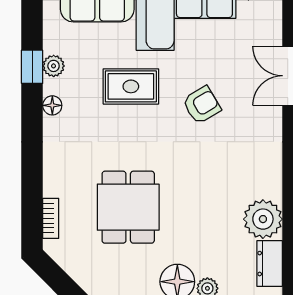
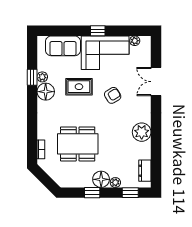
floor lamp: (52, 105) -> (46, 92), width x1.89, depth x1.89
dining table: (128, 207) -> (78, 144), width x1.38
plant: (263, 219) -> (142, 132), moved

